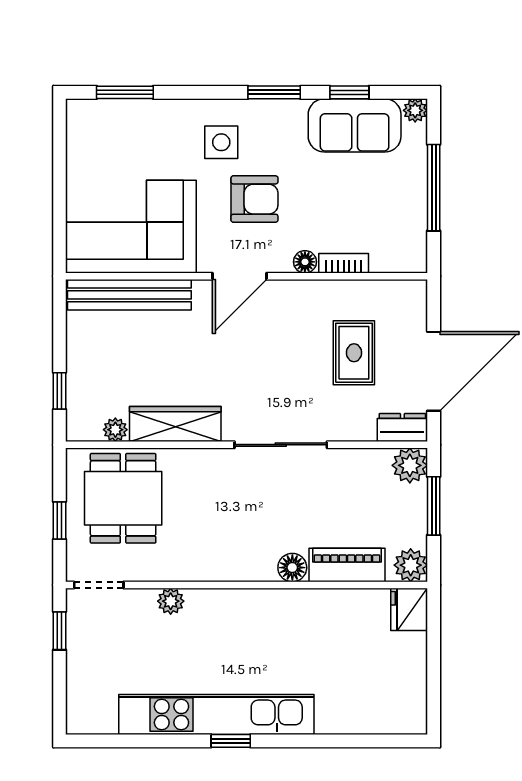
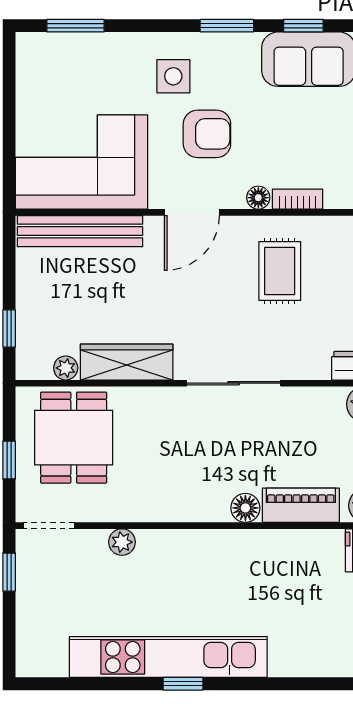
rug: (354, 353) -> (280, 271), moved

